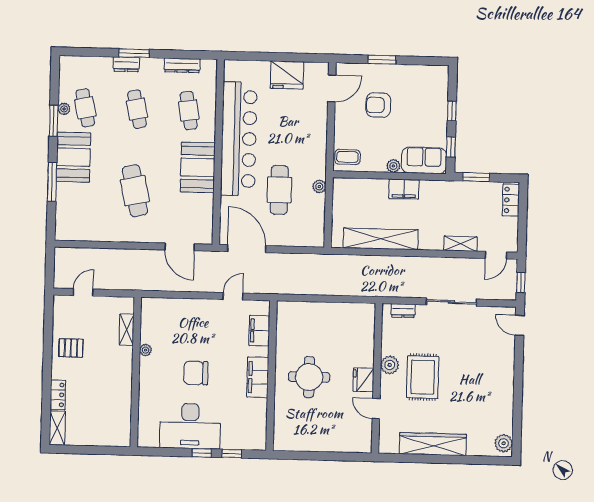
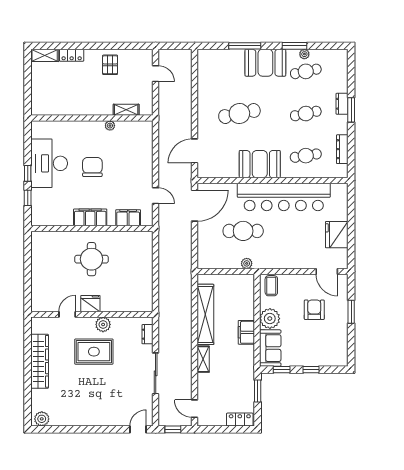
plant: (393, 166) -> (270, 319), width x1.88, depth x1.88
shelving: (460, 244) -> (203, 359), moved

